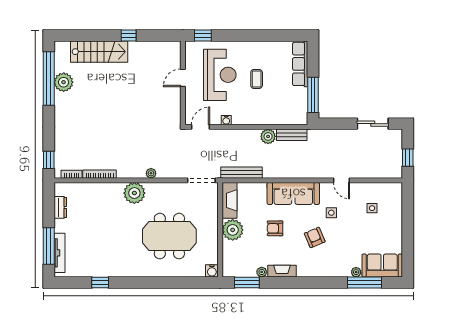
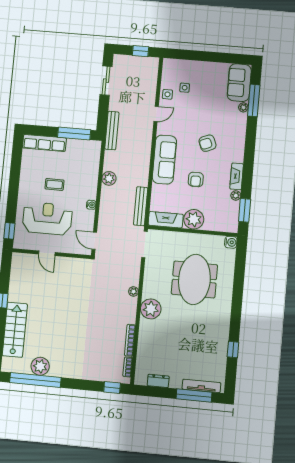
water cooler: (226, 120) -> (91, 205), moved
bench: (292, 135) -> (112, 131), moved, width x1.36
side table: (331, 213) -> (167, 94), moved

